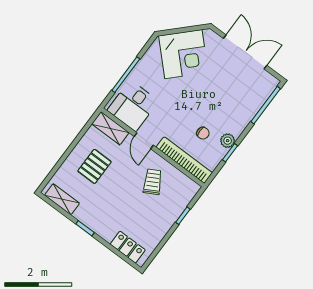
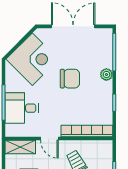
desk: (133, 106) -> (22, 108), moved, turned 90
chair: (203, 133) -> (70, 79), moved, width x1.87, depth x1.87
plant: (228, 141) -> (106, 74), moved

